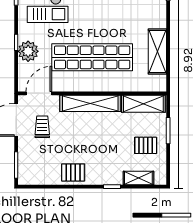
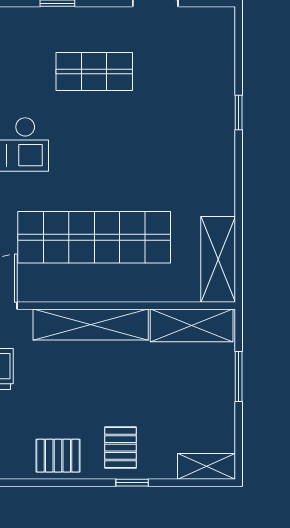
shelving: (157, 51) -> (218, 259), moved
pallet: (146, 145) -> (120, 448), moved, turned 90
shelving: (138, 178) -> (207, 466), moved

